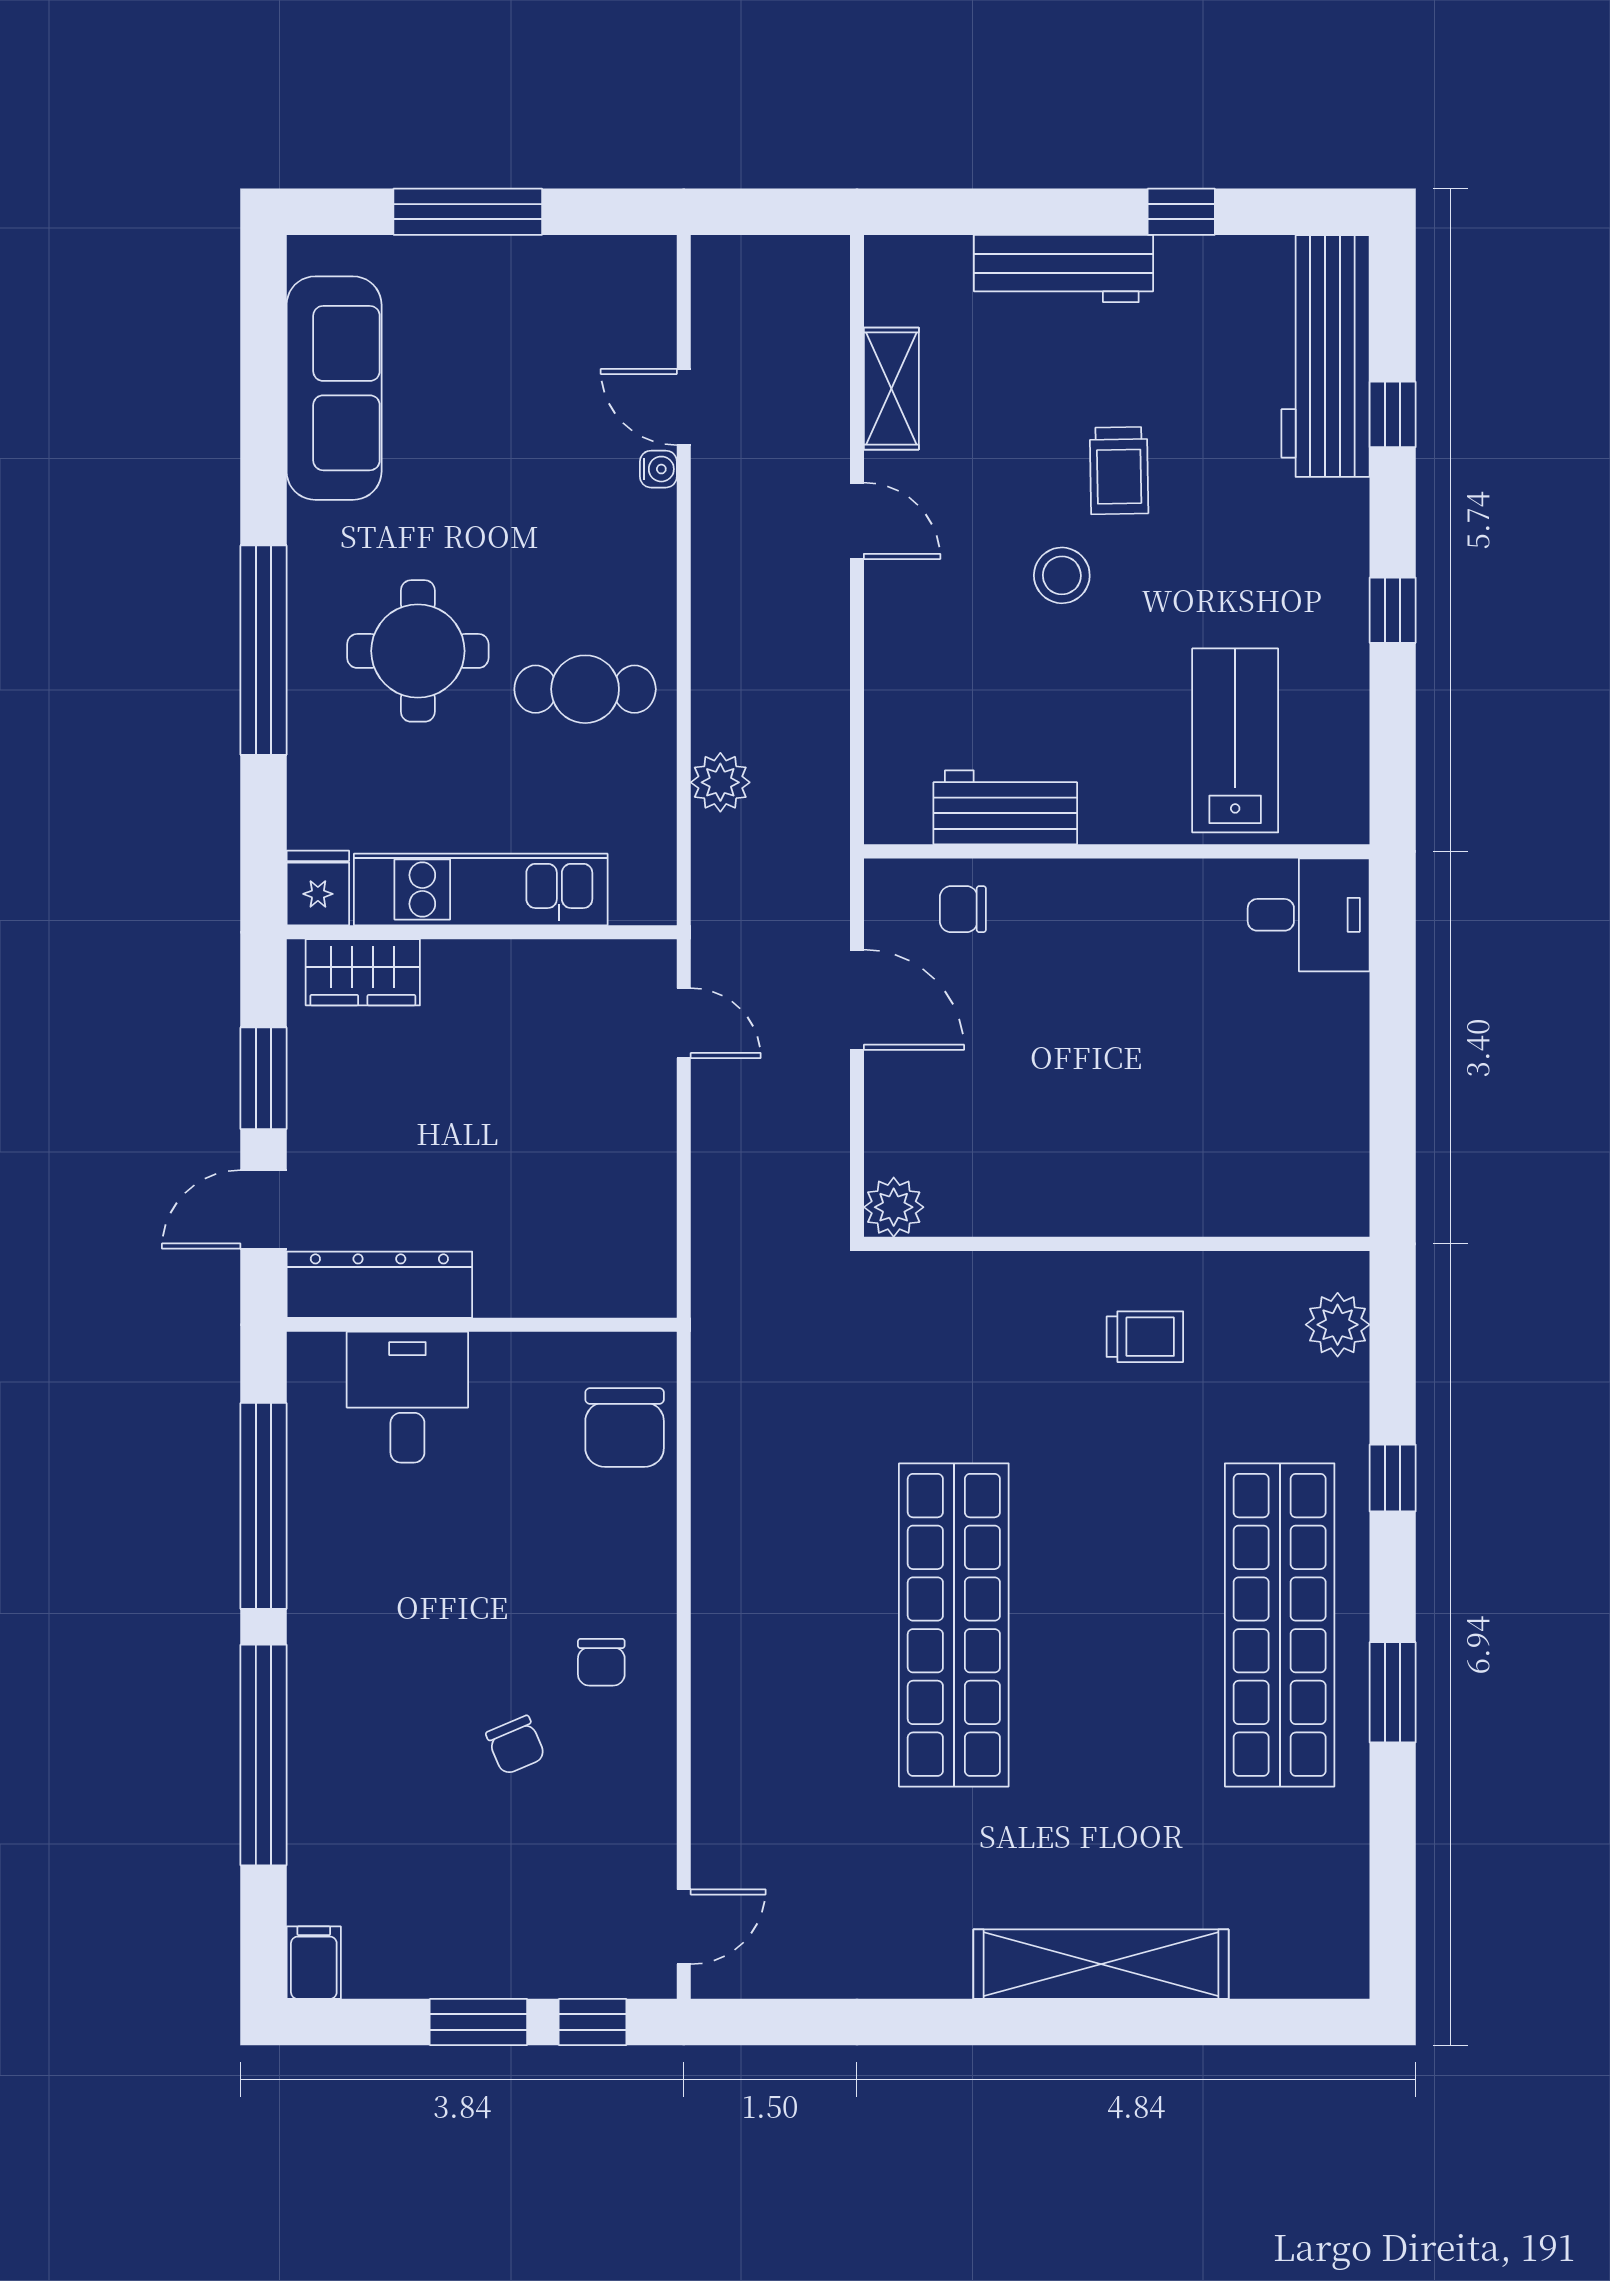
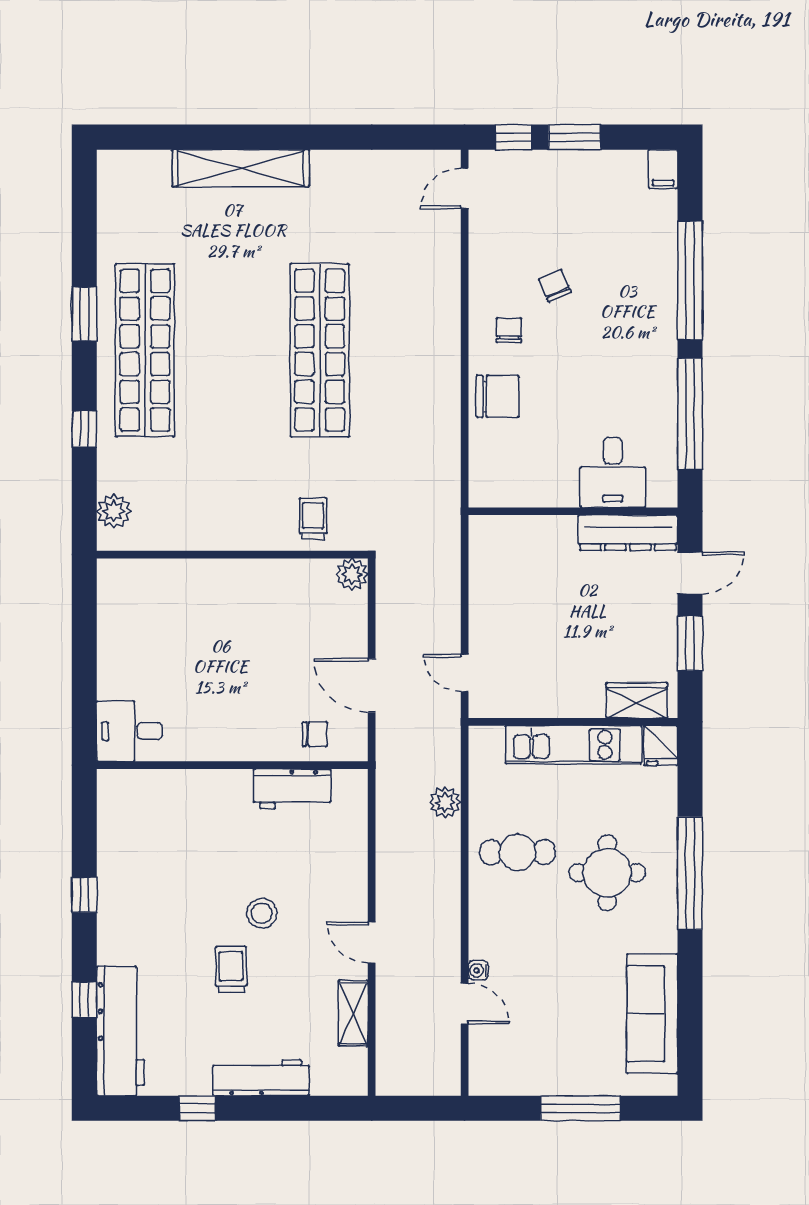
lab bench: (1235, 740) -> (169, 825), removed
trolley: (1145, 1337) -> (313, 519), moved, turned 90
chair: (625, 1427) -> (498, 396), moved, turned 90

